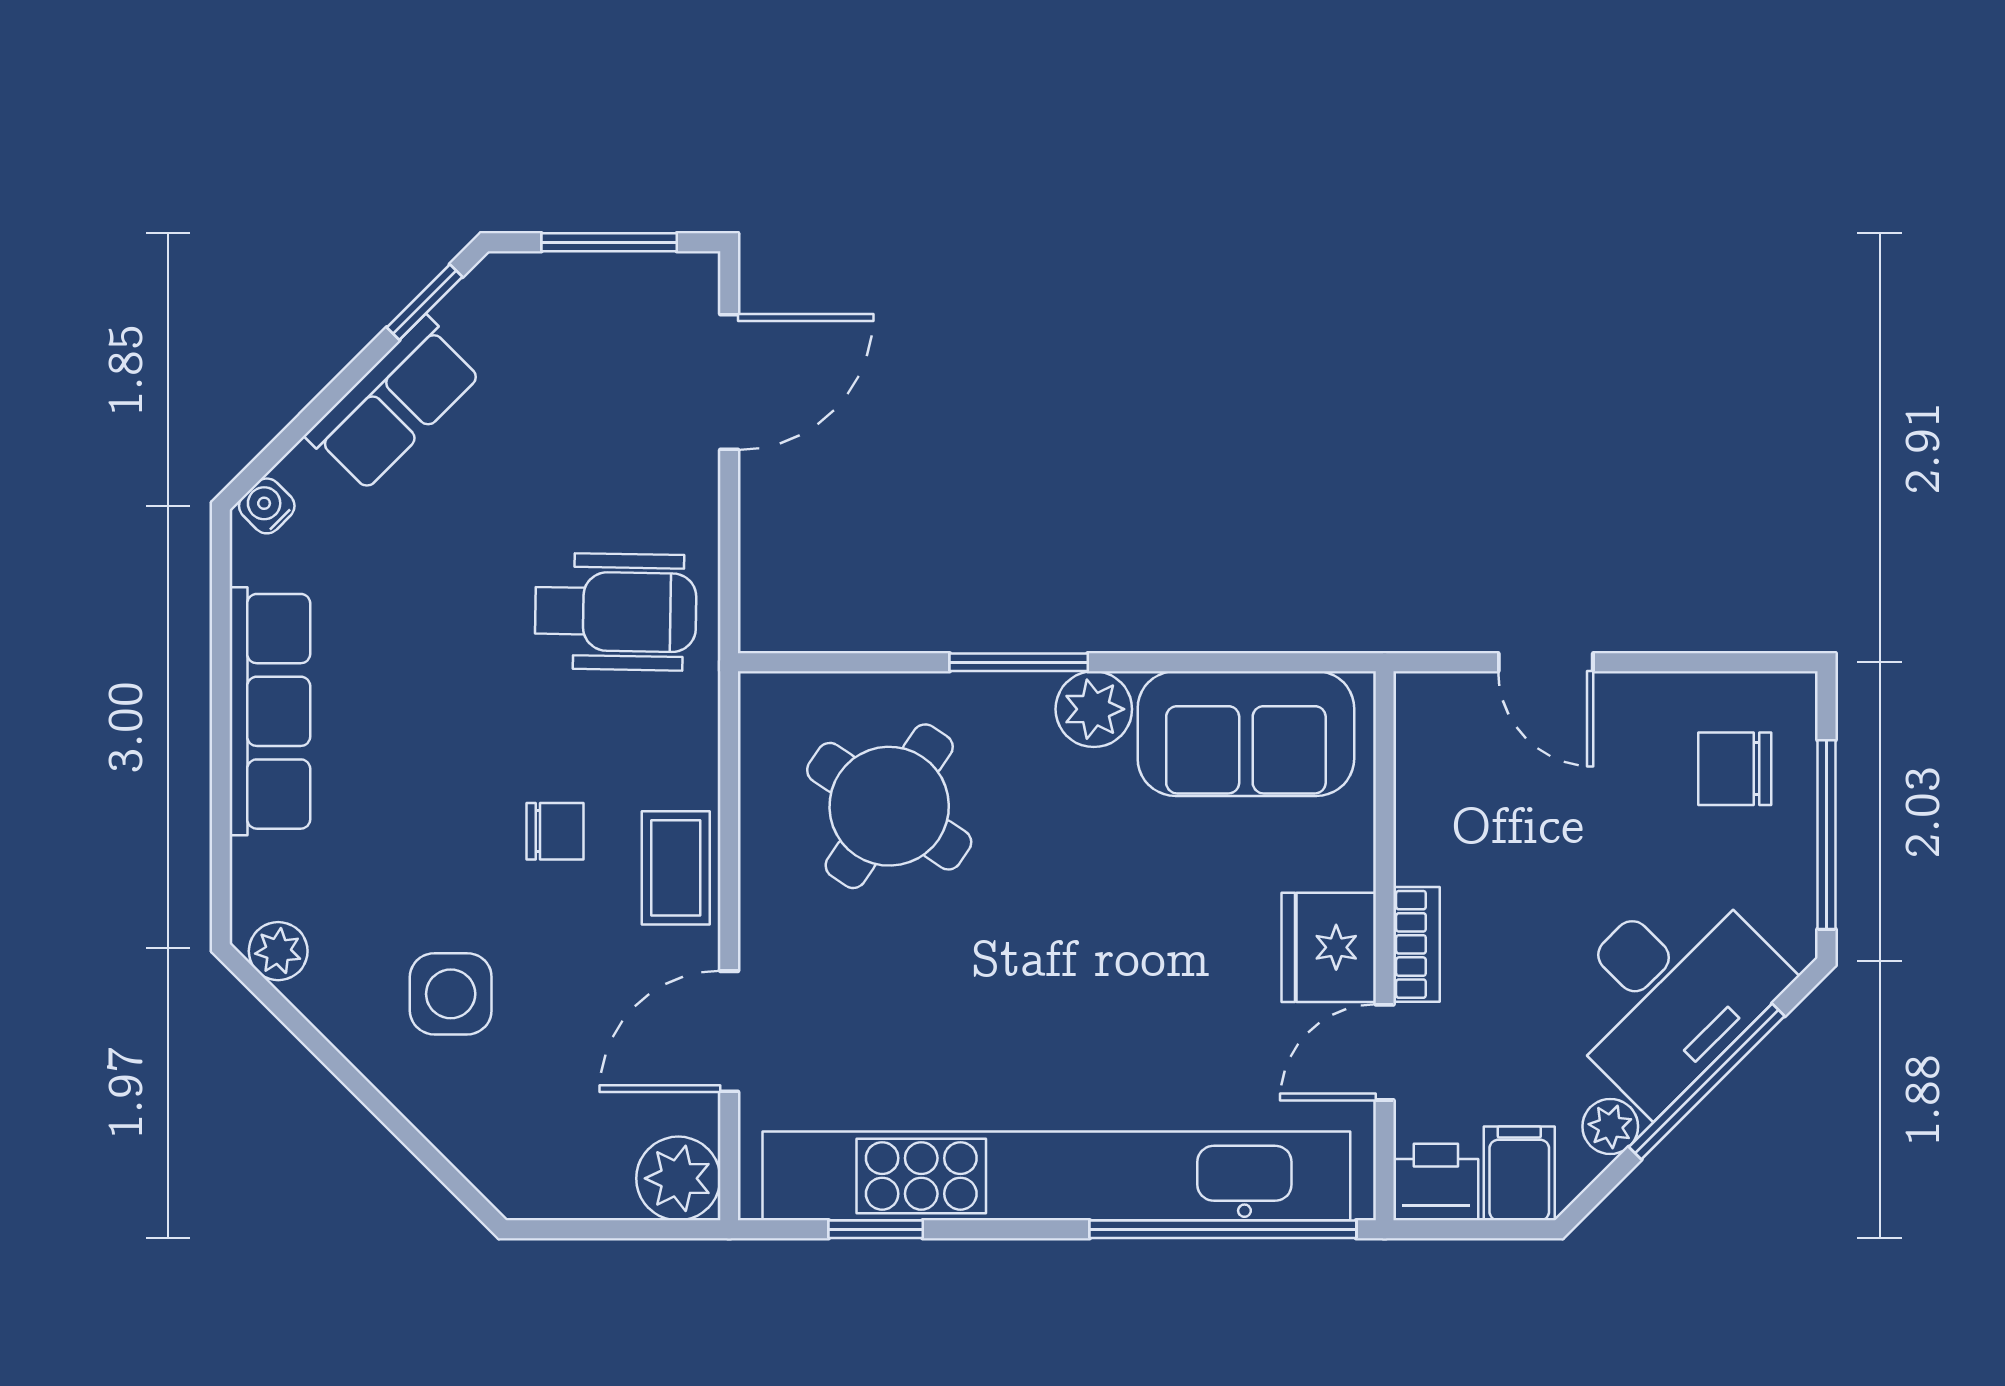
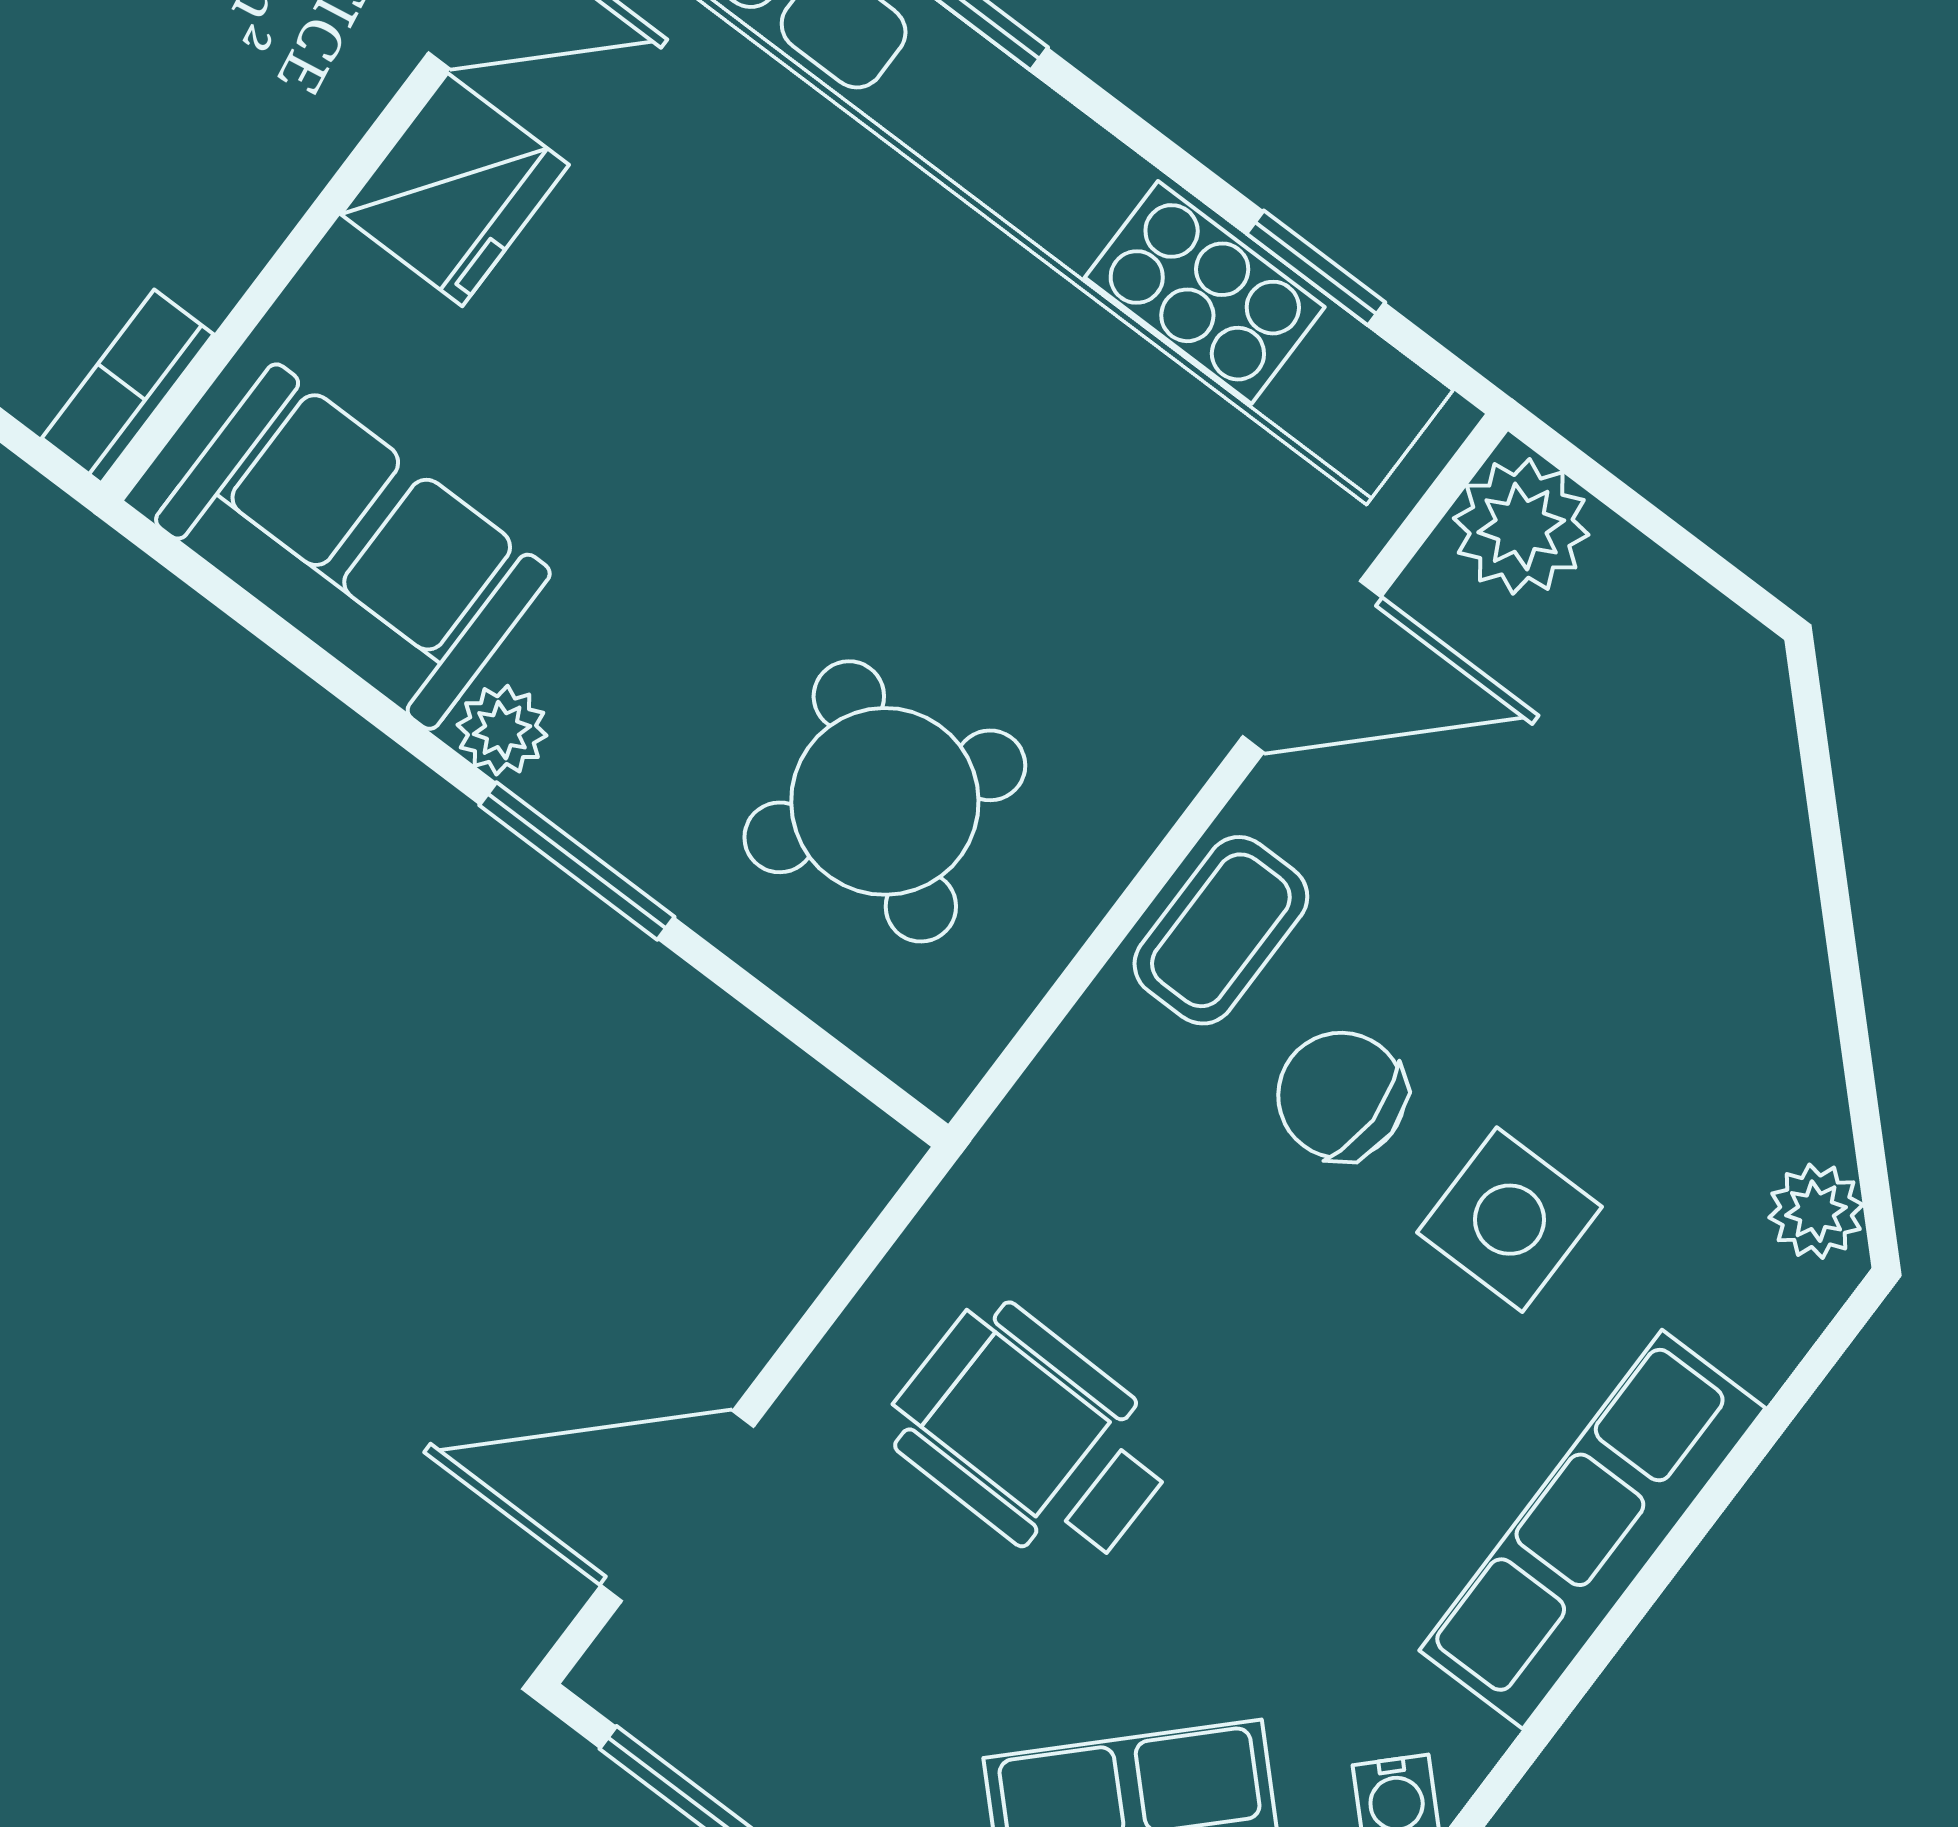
wheelchair: (616, 612) -> (1032, 1437), moved
plant: (1094, 709) -> (502, 730), width x0.73, depth x0.73
chair: (555, 831) -> (1341, 1096), width x1.37, depth x1.37
bookcase: (1416, 944) -> (128, 386), moved
side table: (451, 994) -> (1510, 1220), moved

